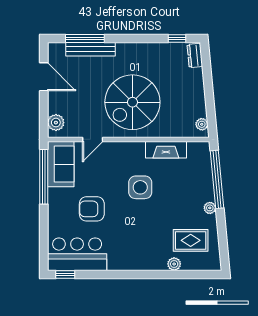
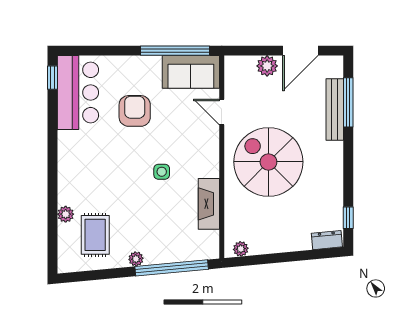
plant: (56, 123) -> (267, 66), moved
side table: (140, 187) -> (162, 172), width x0.54, depth x0.54

